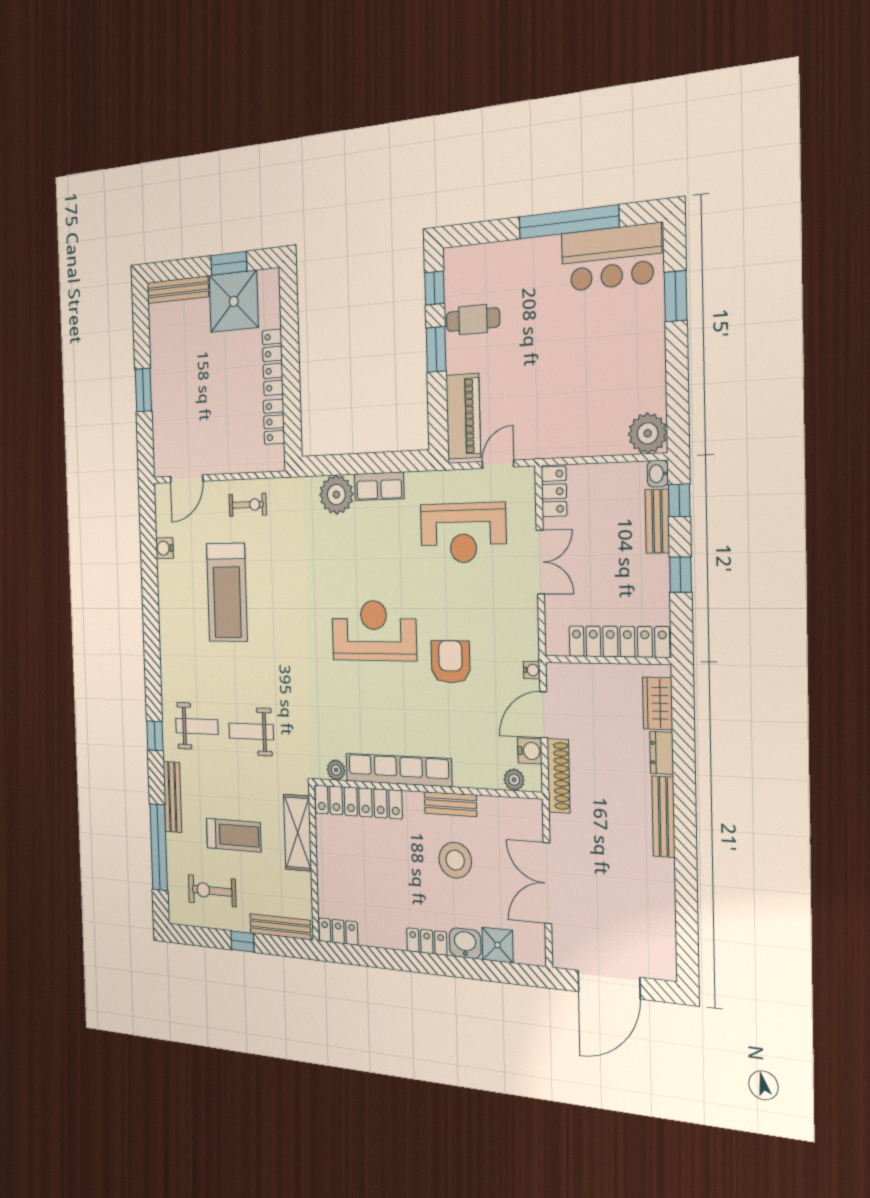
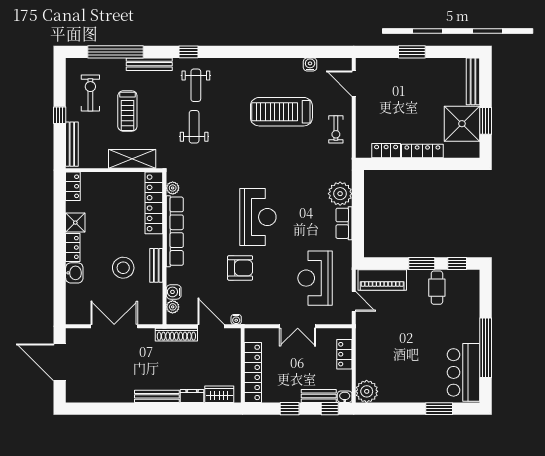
locker: (554, 491) -> (344, 354), moved, turned 90
water cooler: (530, 751) -> (174, 292), moved, turned 90
shower: (498, 945) -> (75, 223), moved

